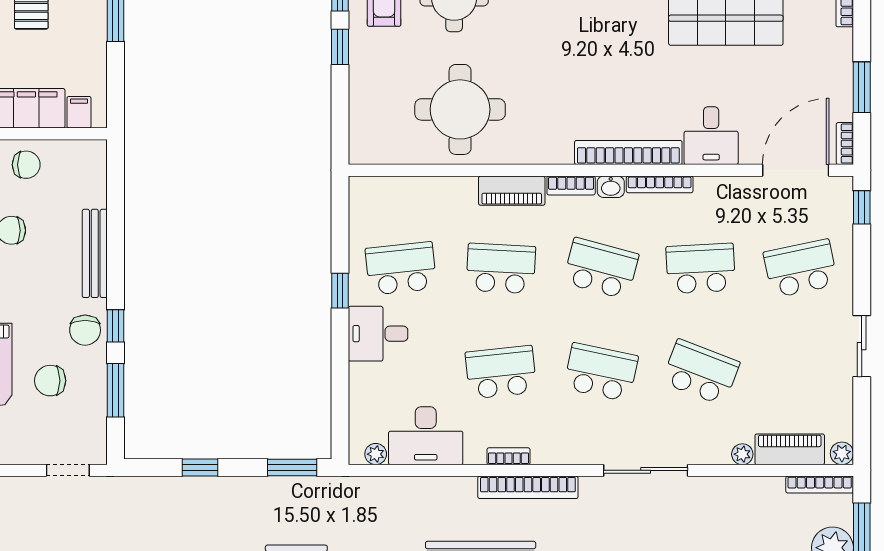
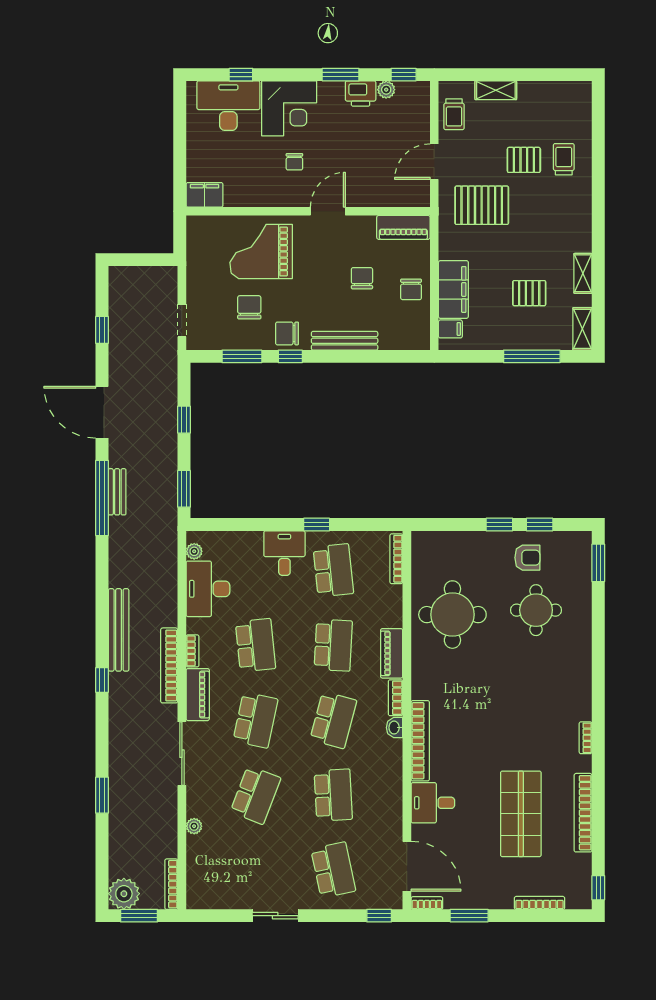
bookcase: (660, 184) -> (396, 559), moved
piano: (790, 449) -> (198, 695), moved
plant: (842, 453) -> (195, 901), removed

